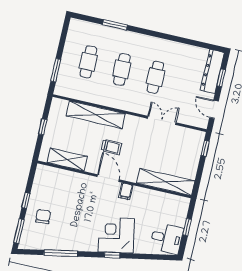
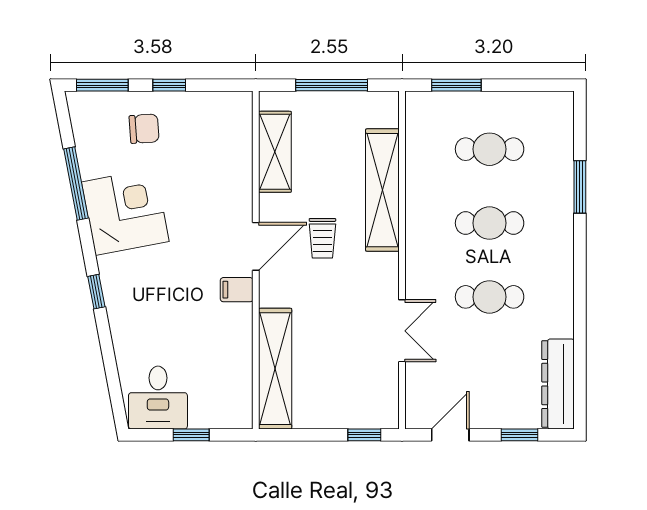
dresser: (212, 71) -> (558, 384), moved, turned -90
window: (43, 127) -> (332, 85), width x2.17
corner desk: (116, 235) -> (125, 212), moved

